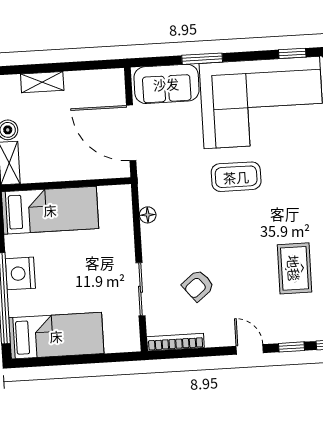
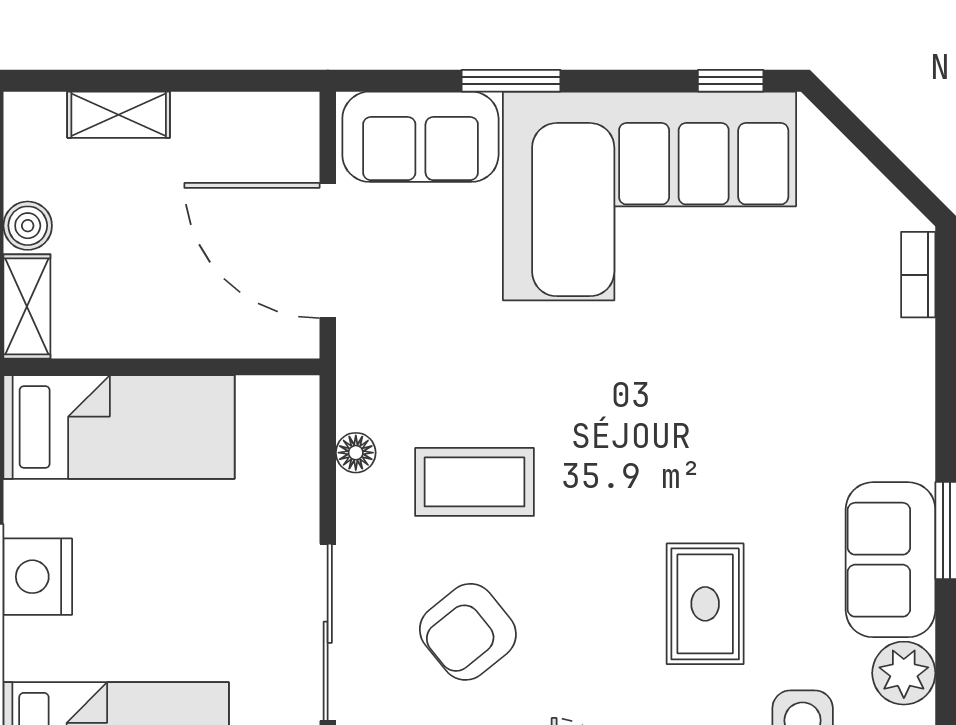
coffee table: (236, 177) -> (475, 482), moved
armchair: (198, 286) -> (468, 632), width x1.38, depth x1.38
sliding door: (141, 289) -> (328, 632), width x1.37

